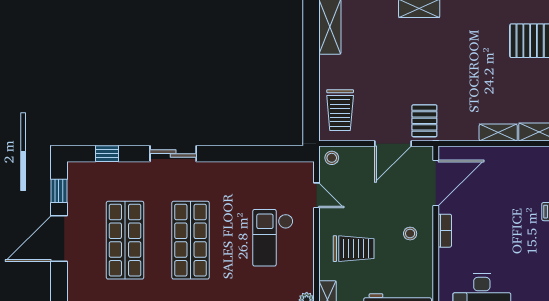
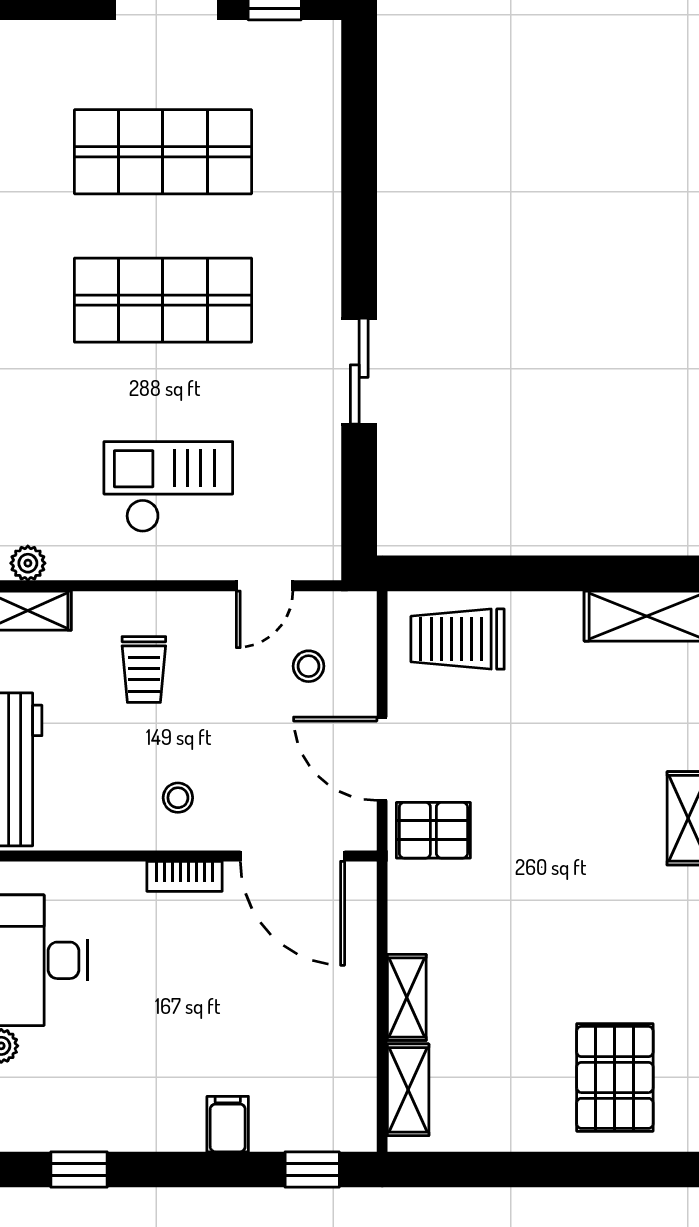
window: (107, 154) -> (359, 111), removed
sliding door: (173, 154) -> (359, 371), moved
stool: (332, 158) -> (309, 666), moved
trolley: (354, 249) -> (144, 670), width x0.73, depth x0.72

